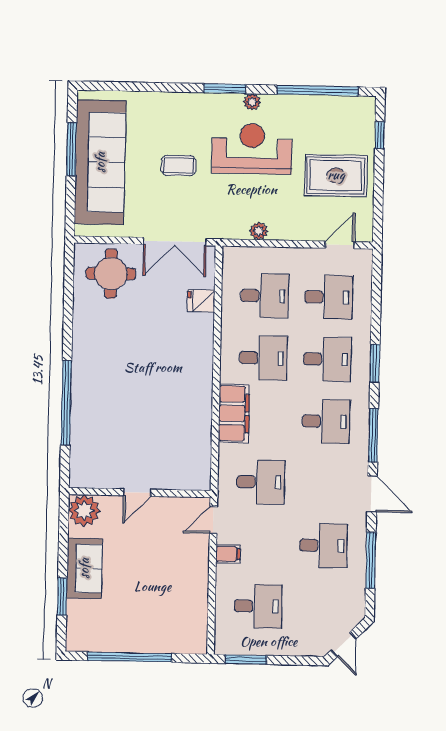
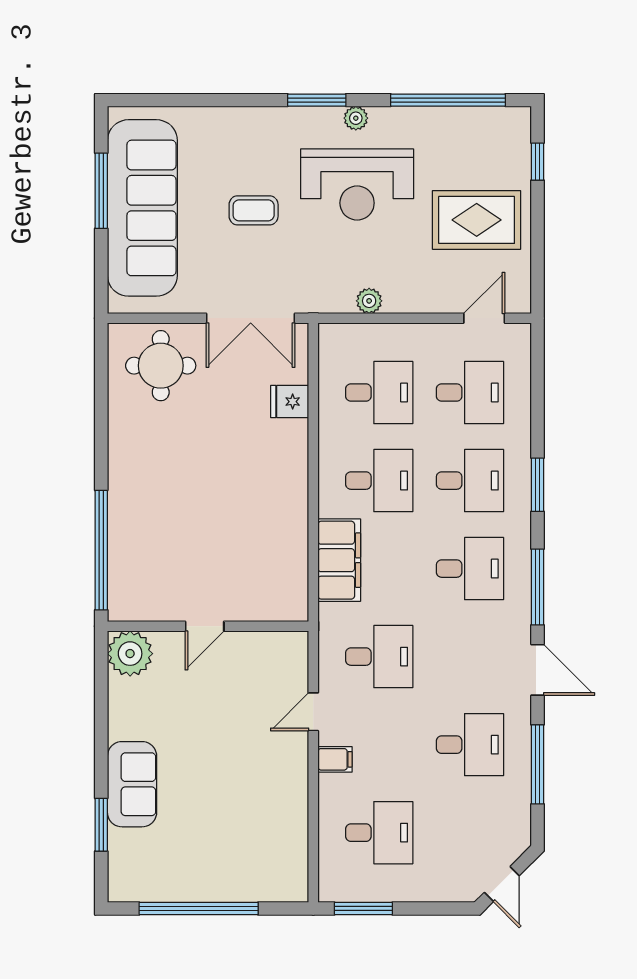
reception desk: (252, 149) -> (357, 185), turned 180
door: (137, 493) -> (205, 626), moved
wall: (140, 493) -> (208, 626), moved
plant: (84, 511) -> (130, 654), moved

